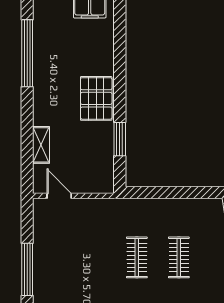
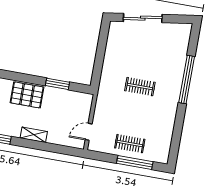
shelving: (41, 145) -> (34, 135), moved
clothes rail: (179, 257) -> (130, 144), moved

